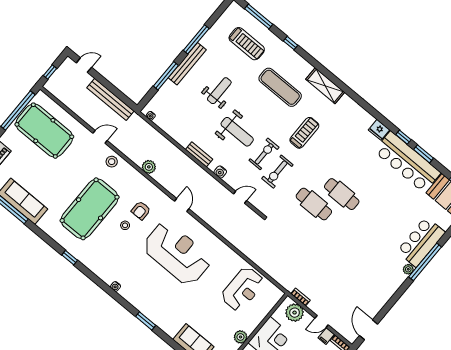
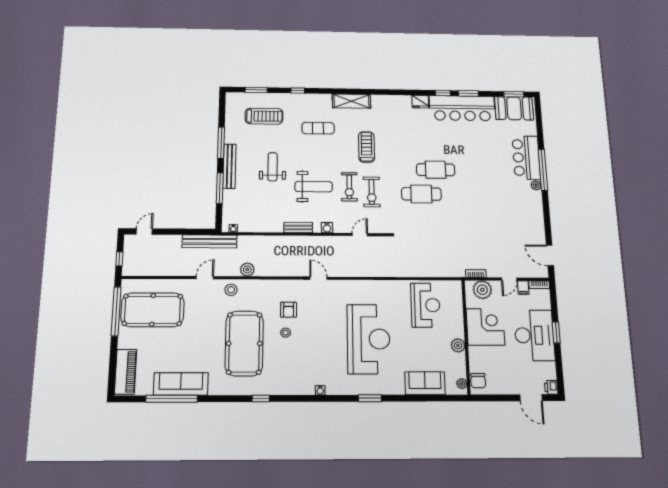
window: (259, 17) -> (256, 90), width x0.69
exercise mat: (280, 87) -> (318, 128), width x0.73, depth x0.69
bench: (110, 99) -> (210, 241), moved
exercise bike: (264, 154) -> (349, 187), turned 180
plant: (149, 167) -> (247, 269), moved
reception desk: (177, 253) -> (369, 339), moved, turned 90

